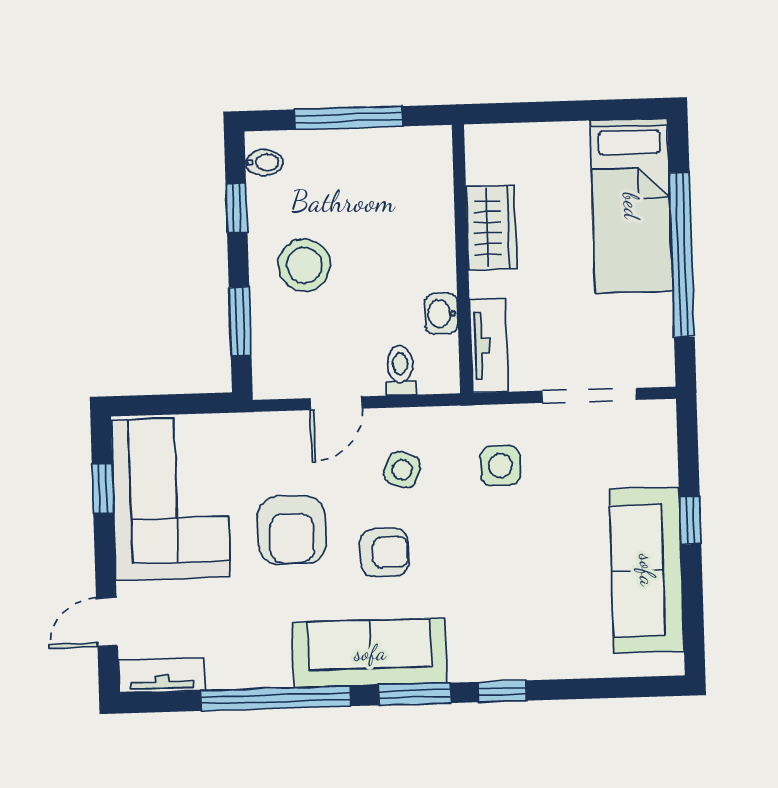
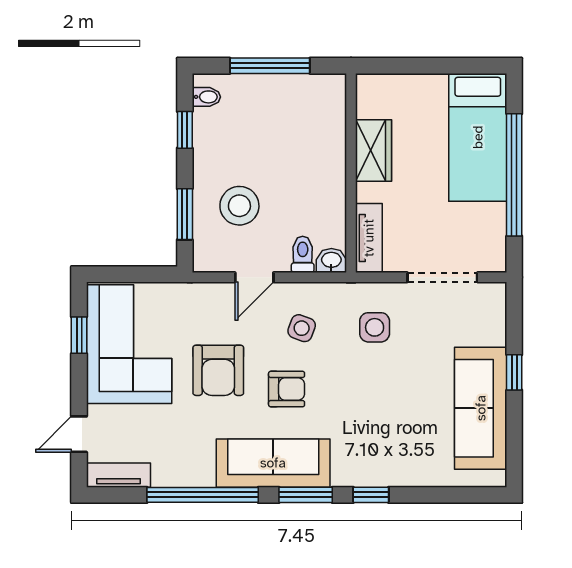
stool: (304, 265) -> (239, 206), moved
washbasin: (441, 314) -> (331, 261), moved, turned 90

